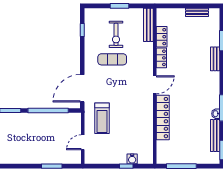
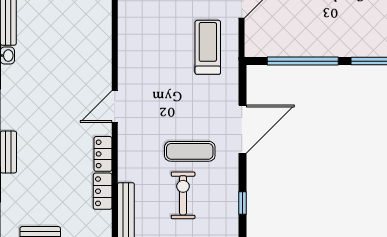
door: (82, 88) -> (243, 129), moved
locker: (163, 118) -> (101, 49), removed

